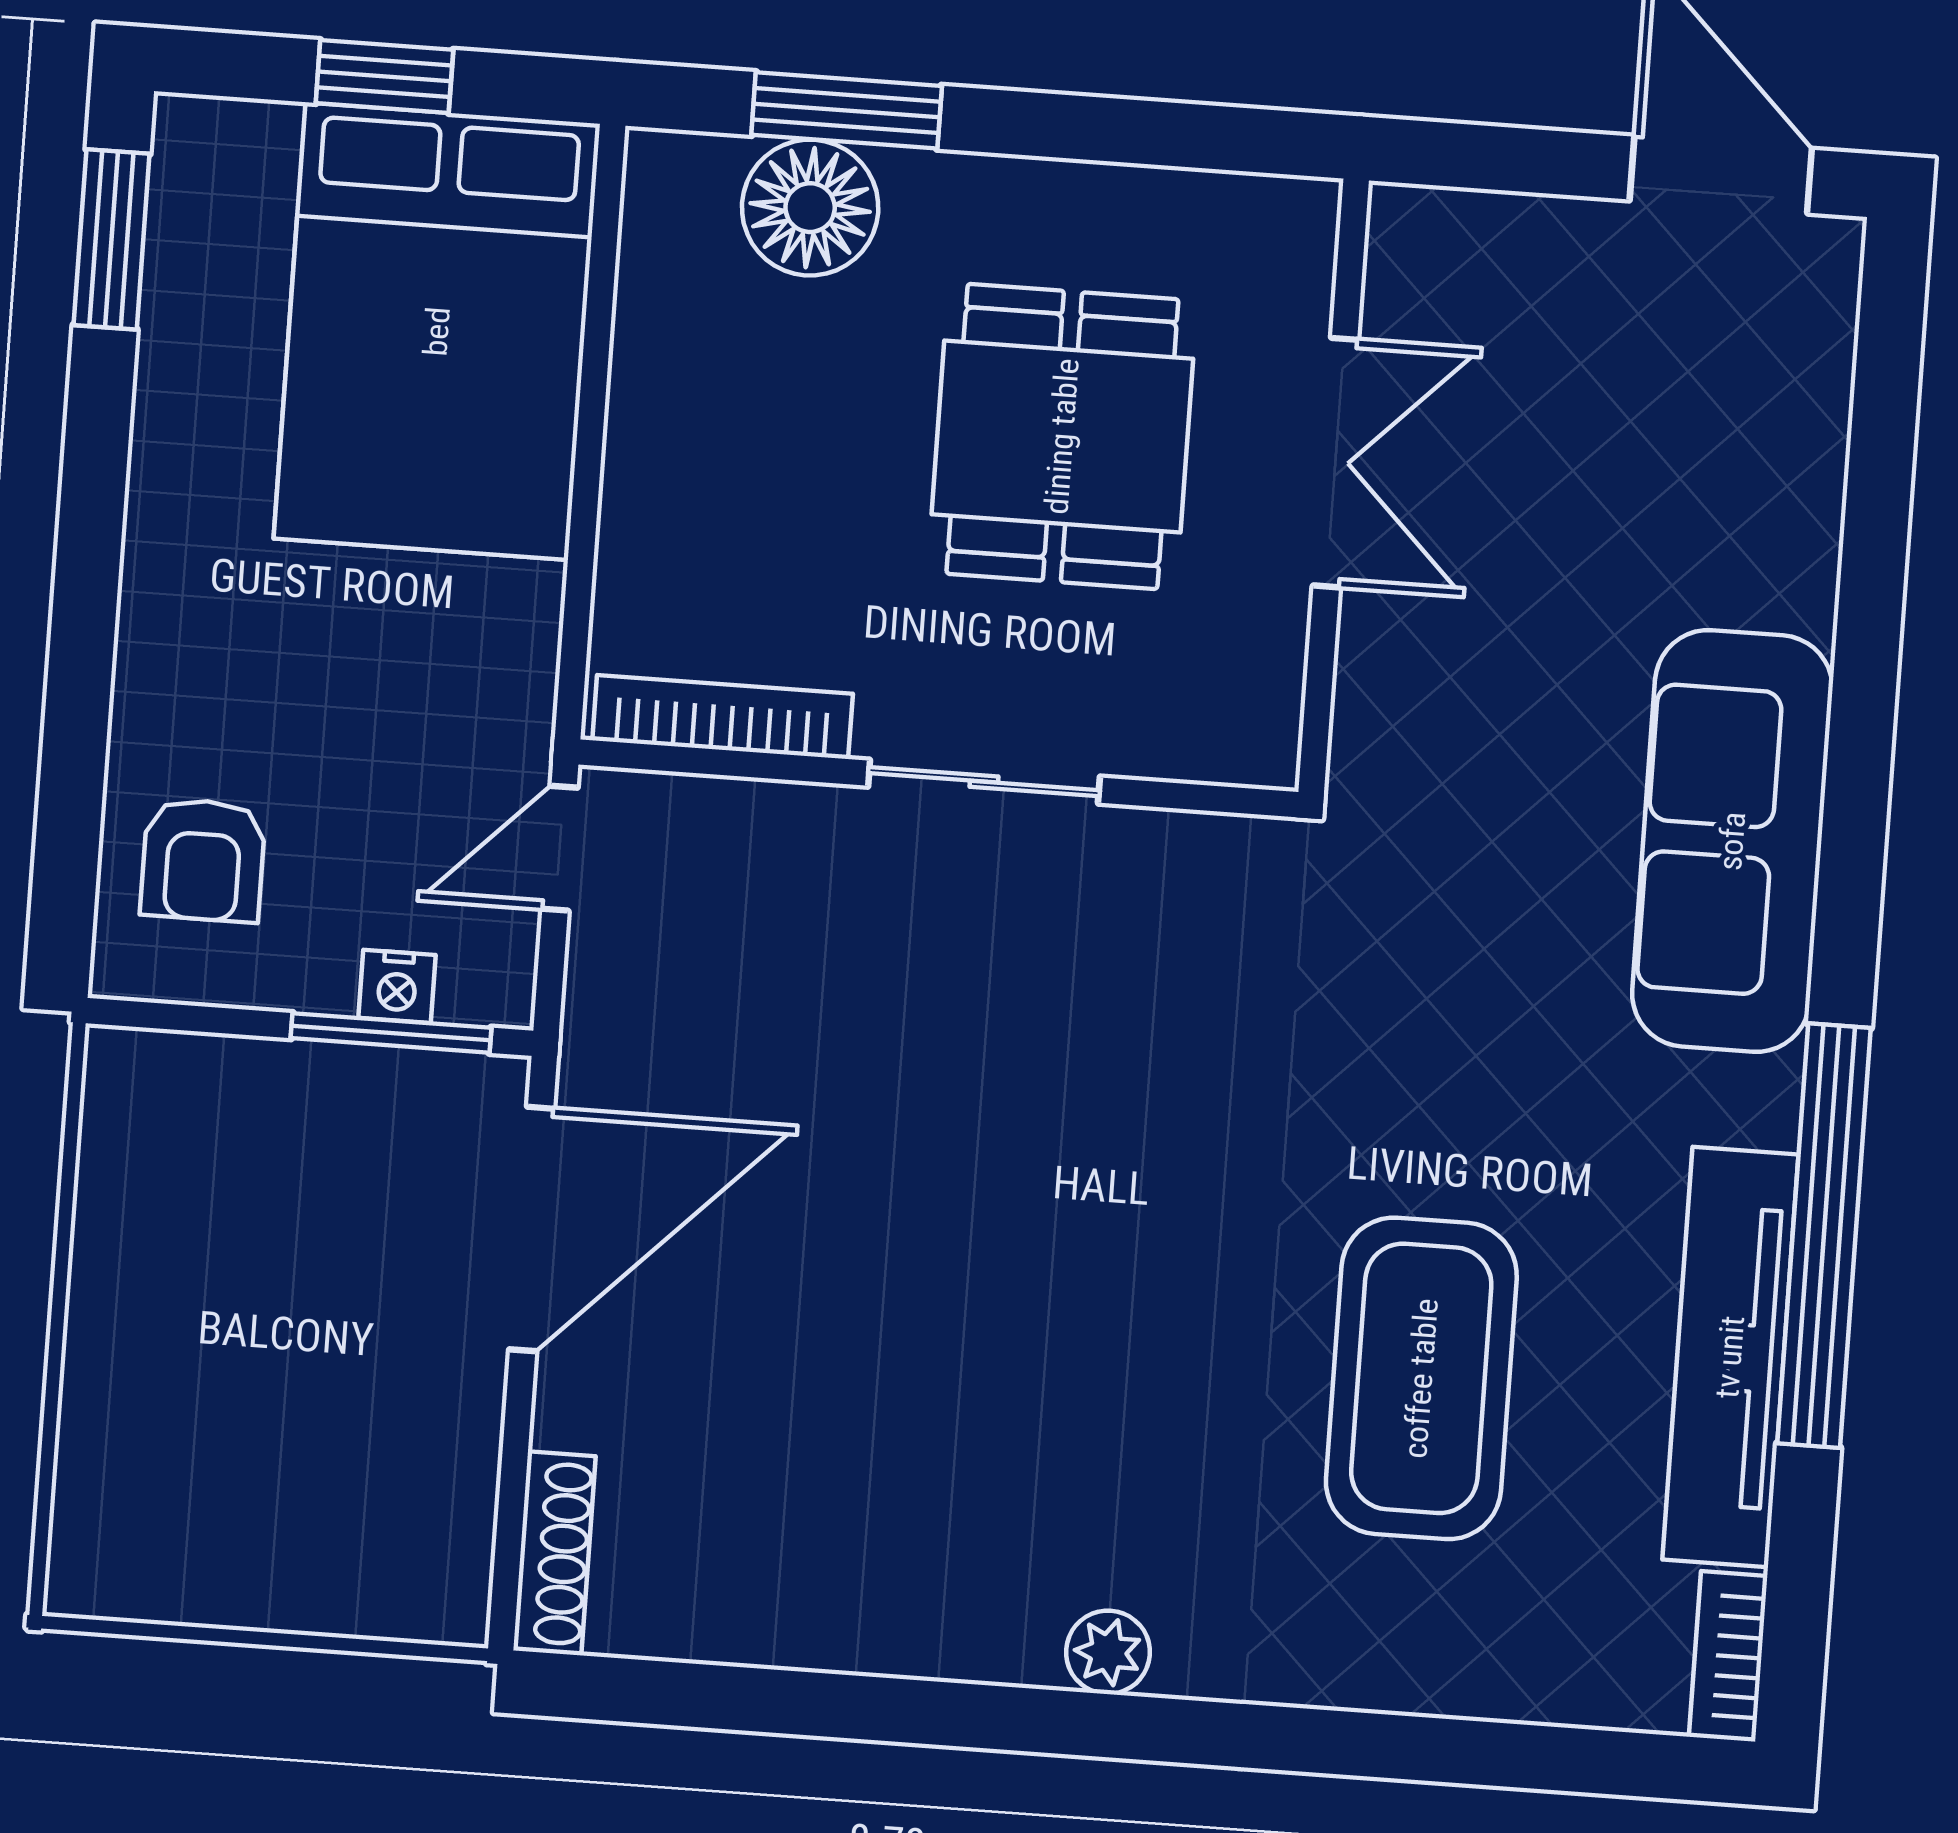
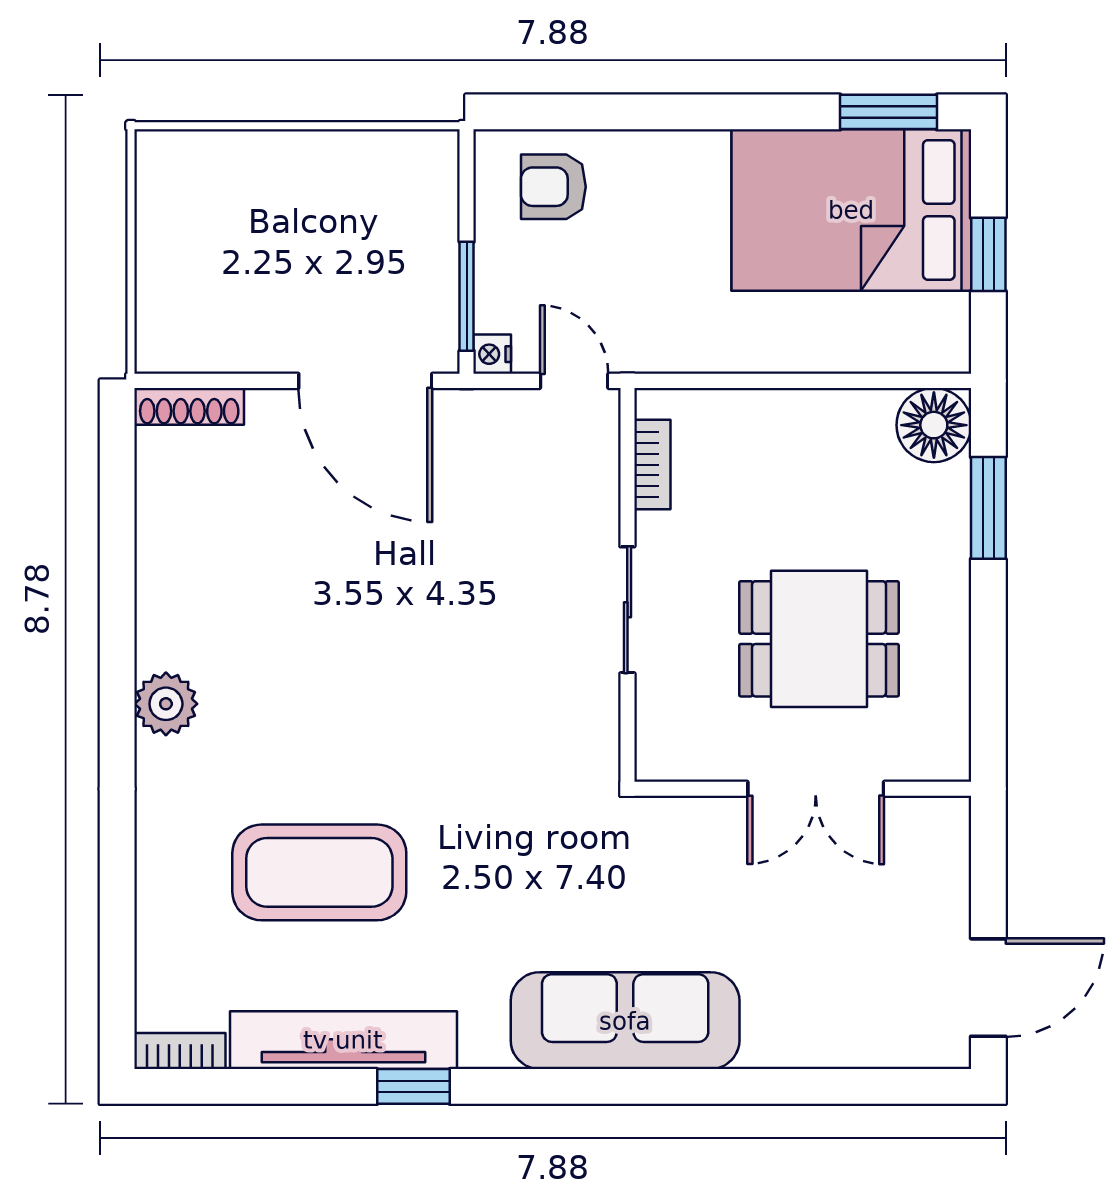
floor lamp: (810, 208) -> (934, 425), moved
bed: (437, 331) -> (851, 210), moved
bookcase: (723, 717) -> (652, 465), width x0.64
nightstand: (397, 986) -> (492, 354), moved
window: (1824, 1236) -> (413, 1086), width x0.32
plant: (1108, 1652) -> (166, 704), width x1.38, depth x1.38

